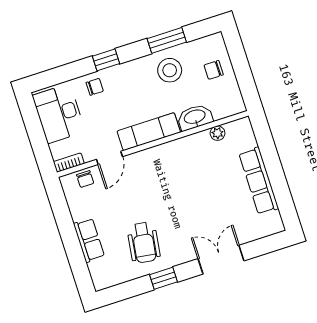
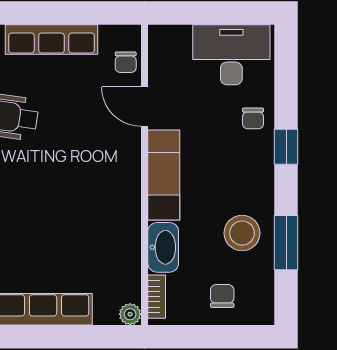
plant: (218, 133) -> (130, 314), moved
bookcase: (69, 163) -> (157, 297), moved
chair: (85, 179) -> (126, 62), turned -90
row of seats: (89, 240) -> (51, 39), width x1.48

